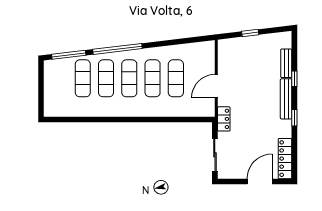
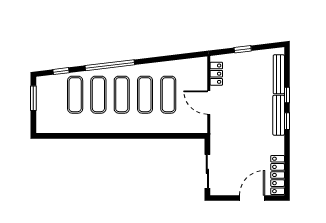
window: (69, 55) -> (61, 71), width x0.46
bench: (286, 63) -> (279, 74), width x1.36
window: (41, 82) -> (33, 98), added
door: (216, 86) -> (209, 103), hinge flipped
window: (294, 118) -> (287, 121), moved
locker: (224, 119) -> (216, 74), moved

